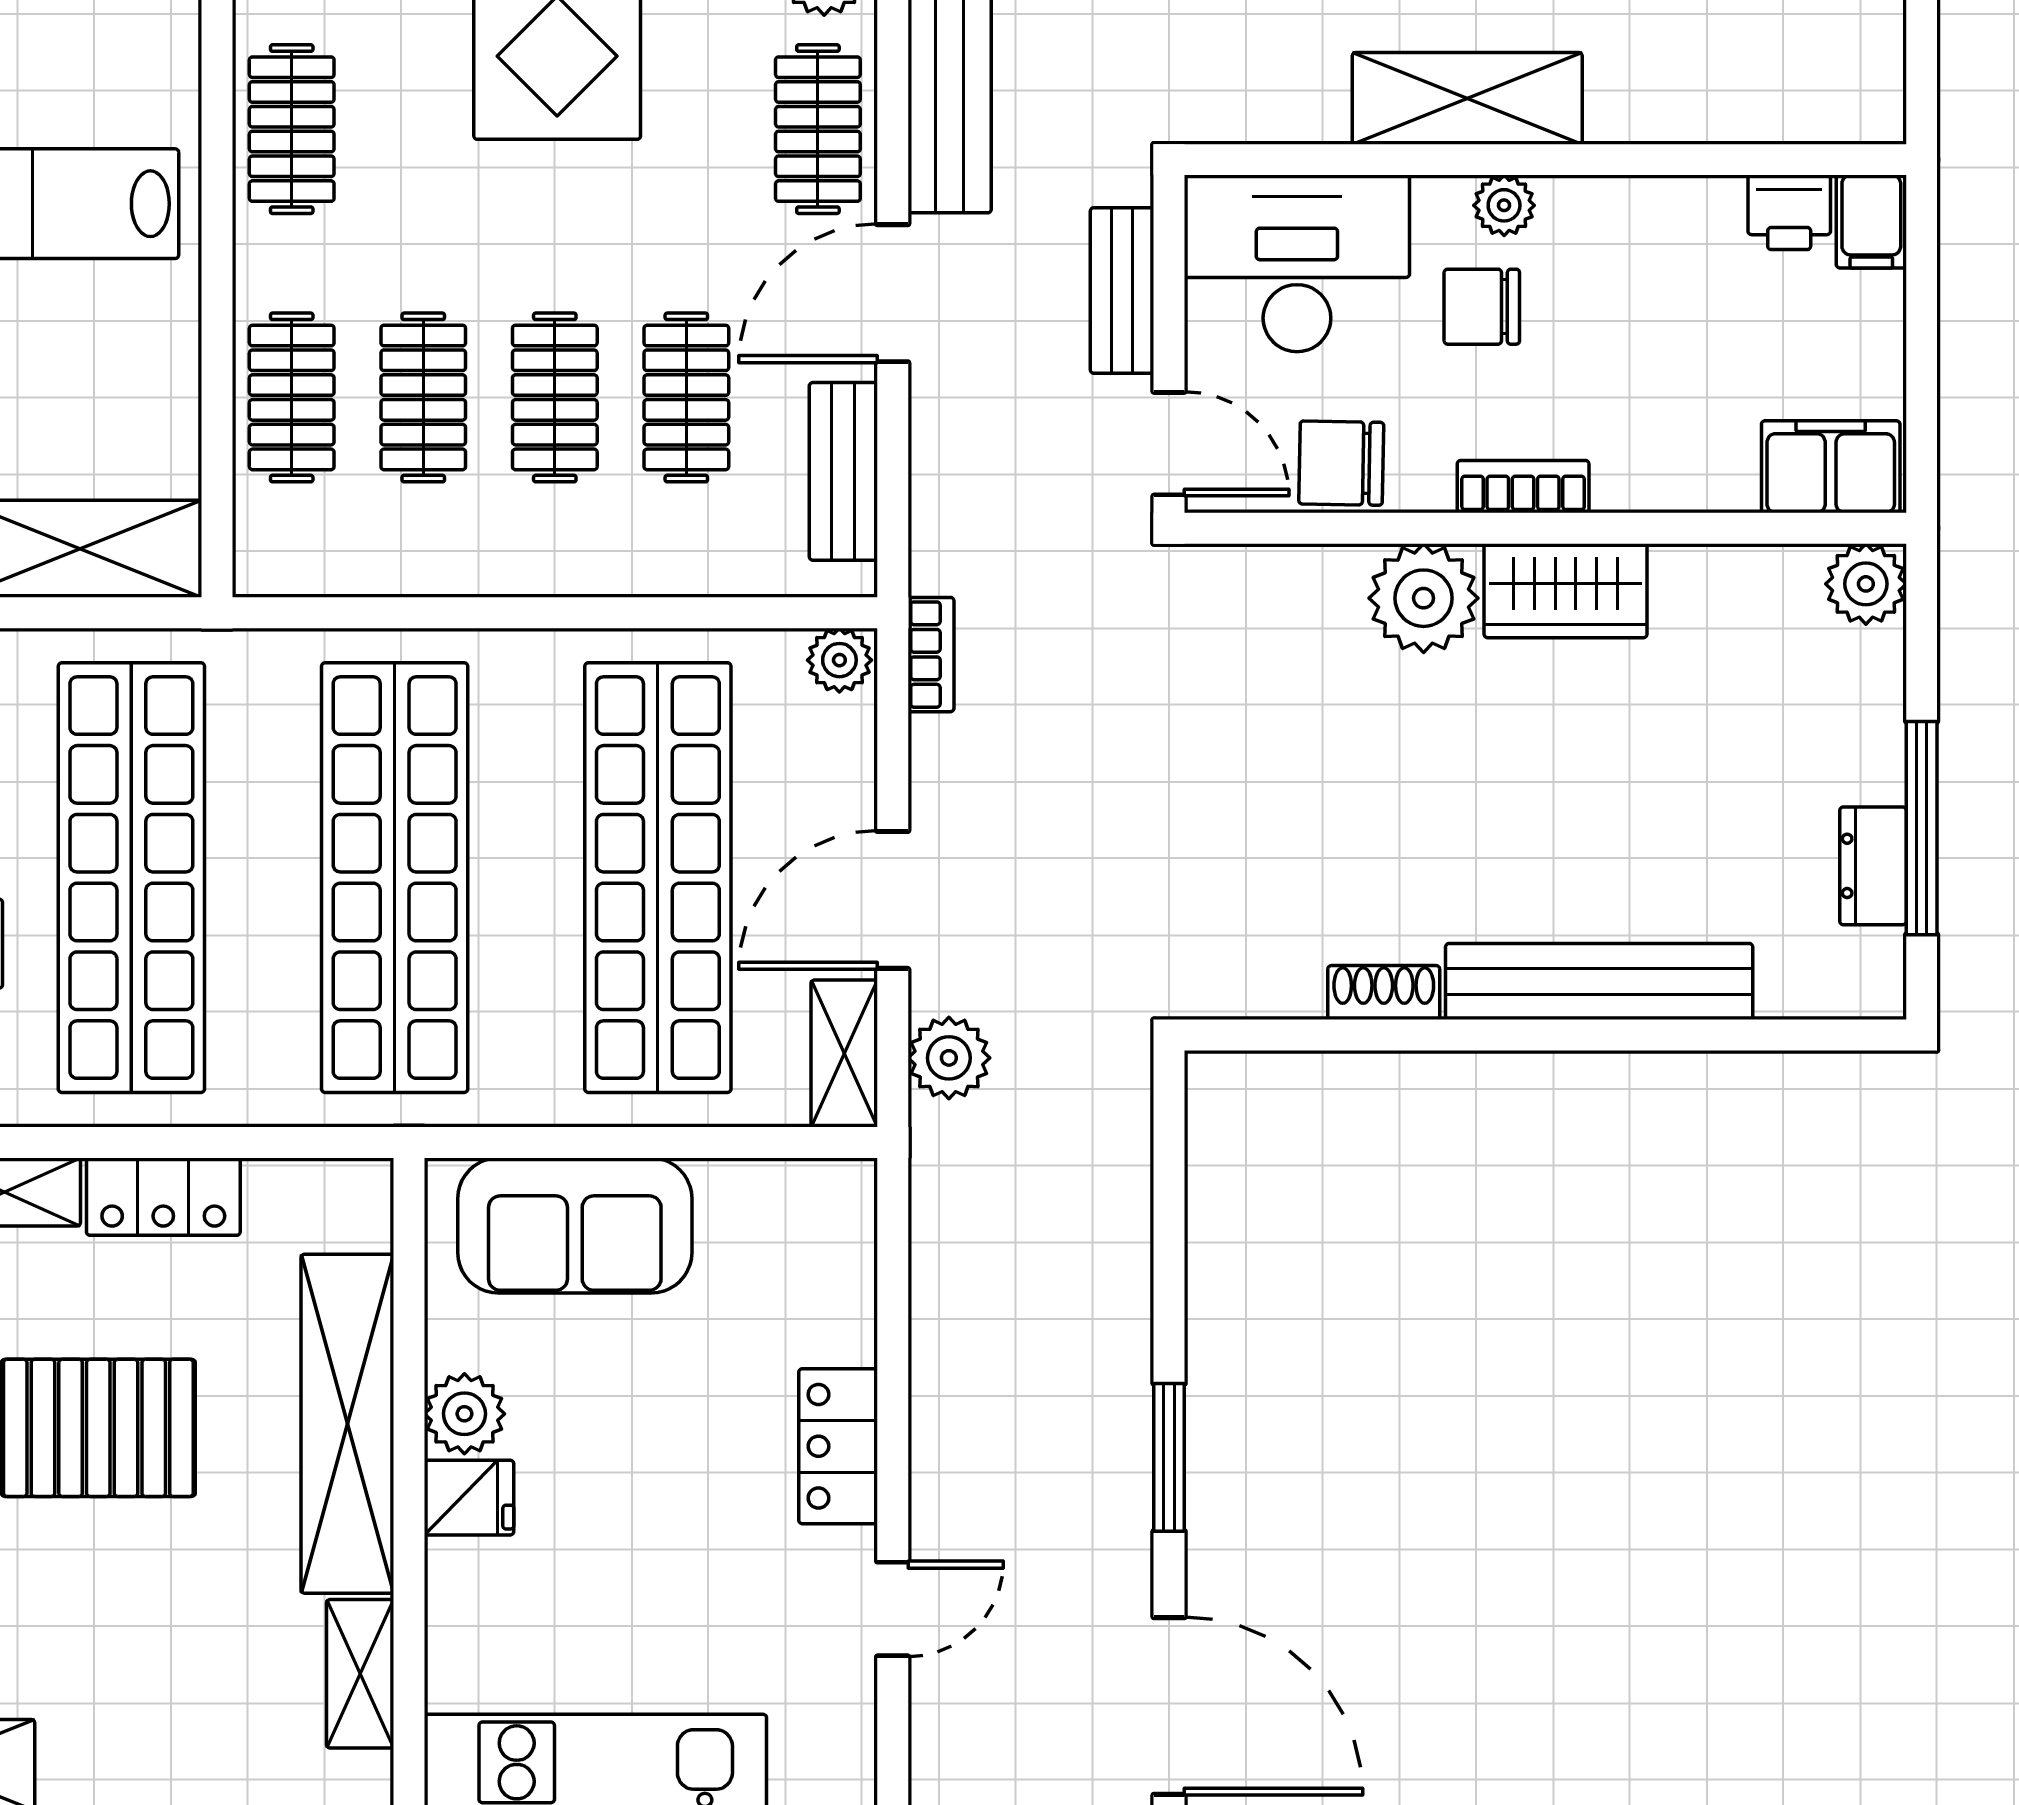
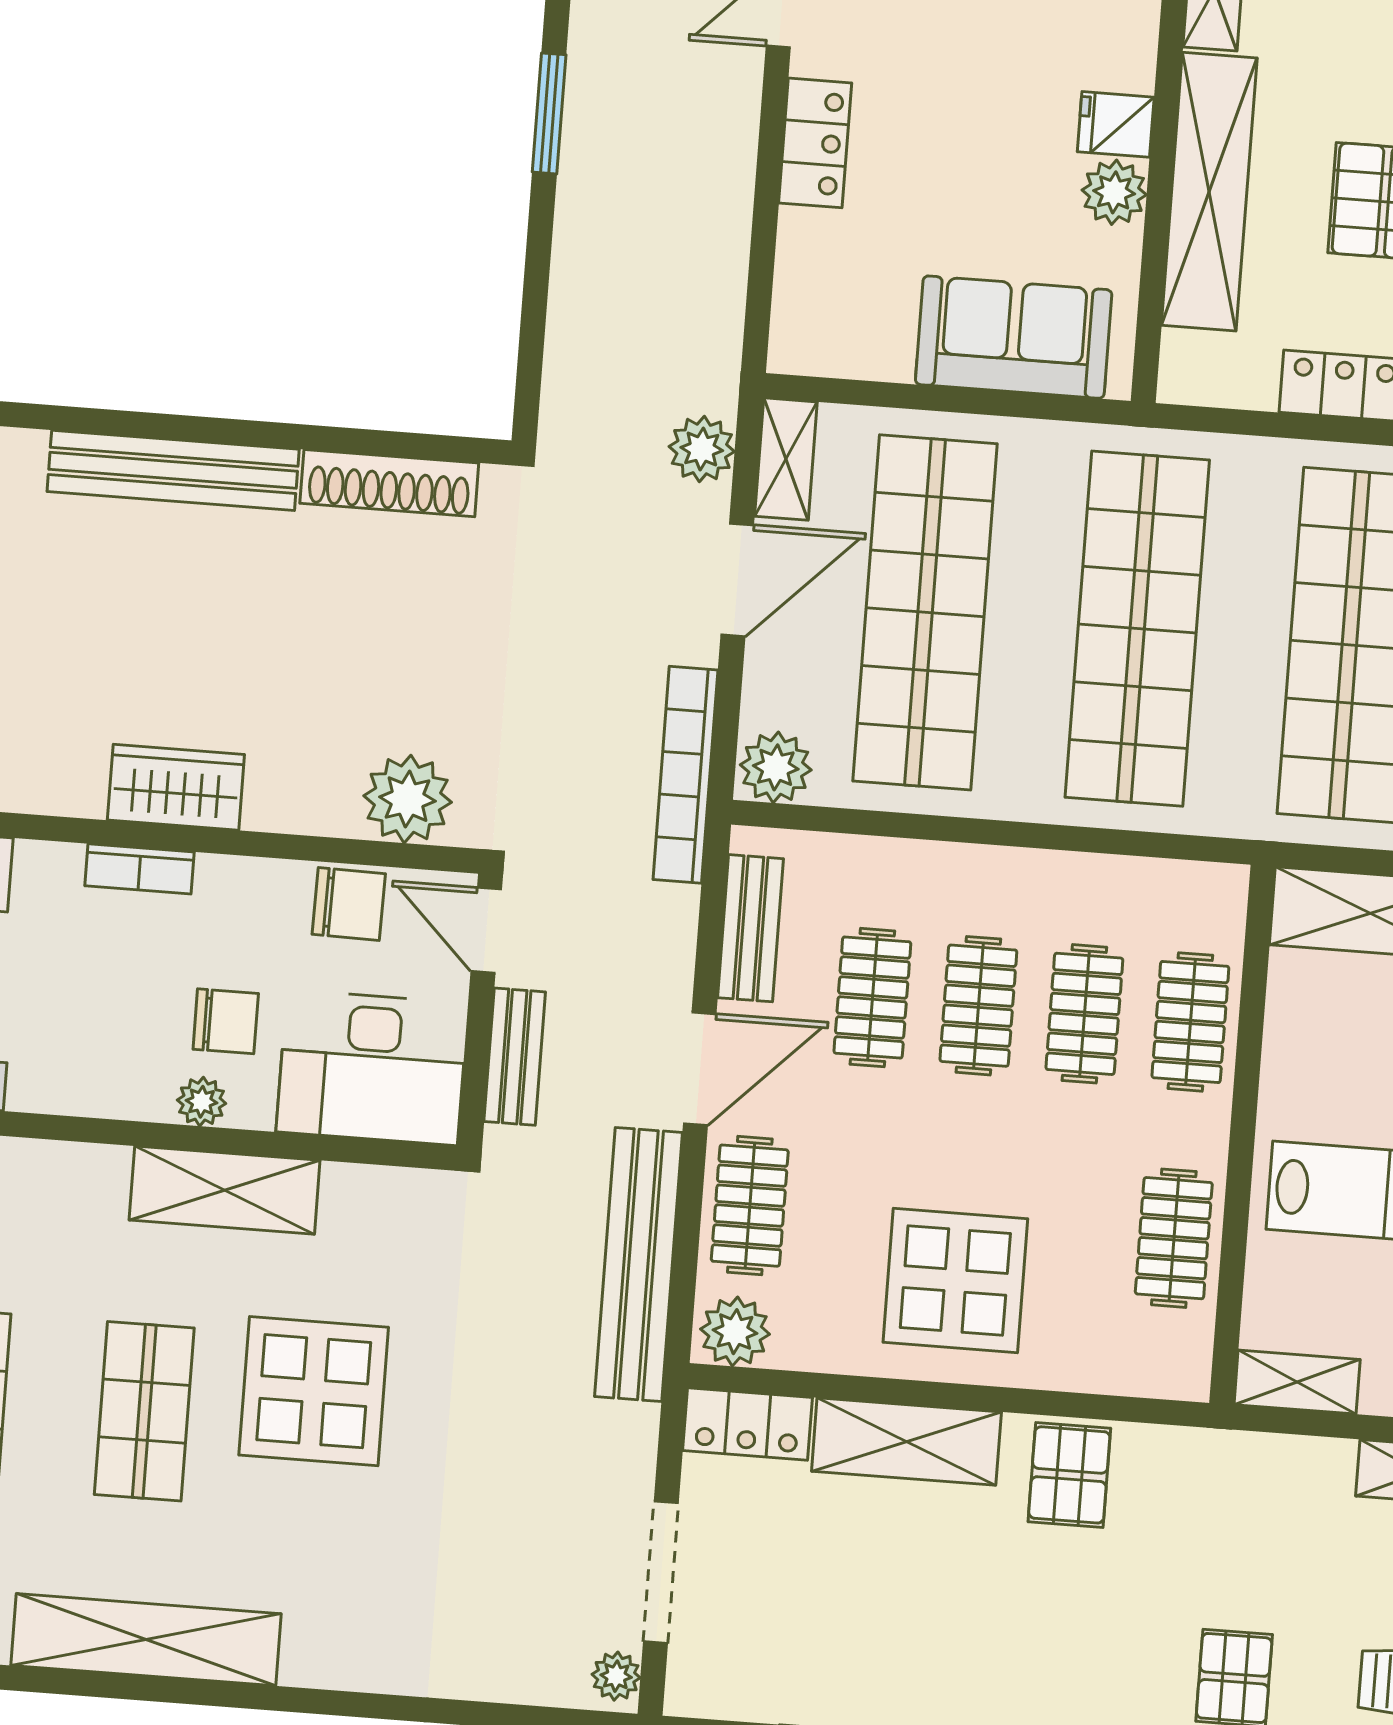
bookcase: (1523, 487) -> (140, 869), moved
plant: (1424, 598) -> (408, 799), moved
bookcase: (931, 655) -> (685, 775), width x2.31, depth x1.31
plant: (839, 660) -> (776, 767), width x1.38, depth x1.38
shoe rack: (1384, 993) -> (389, 483), width x1.94, depth x1.24

